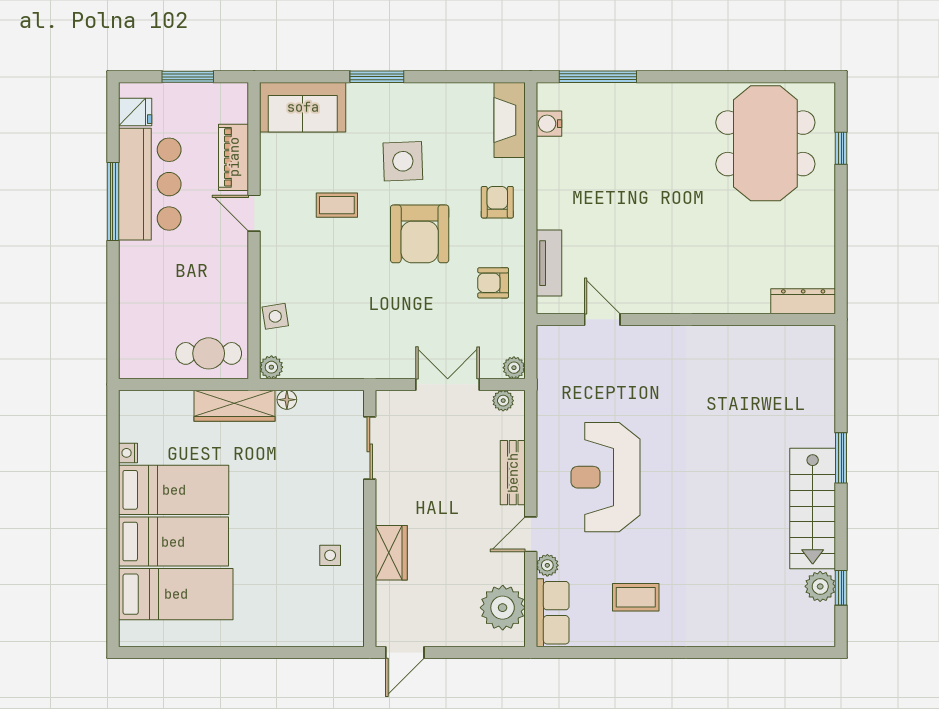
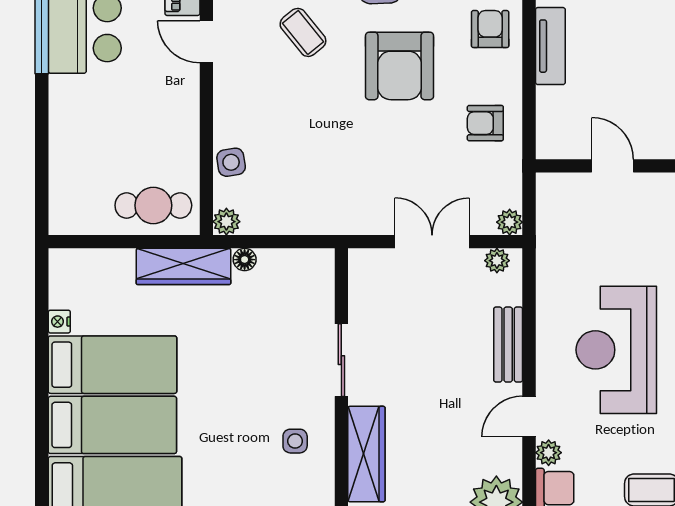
coffee table: (337, 205) -> (303, 32), turned 51
tv unit: (549, 263) -> (550, 46), moved
sliding door: (370, 448) -> (341, 360), moved
wardrobe: (391, 553) -> (366, 454), width x1.50

